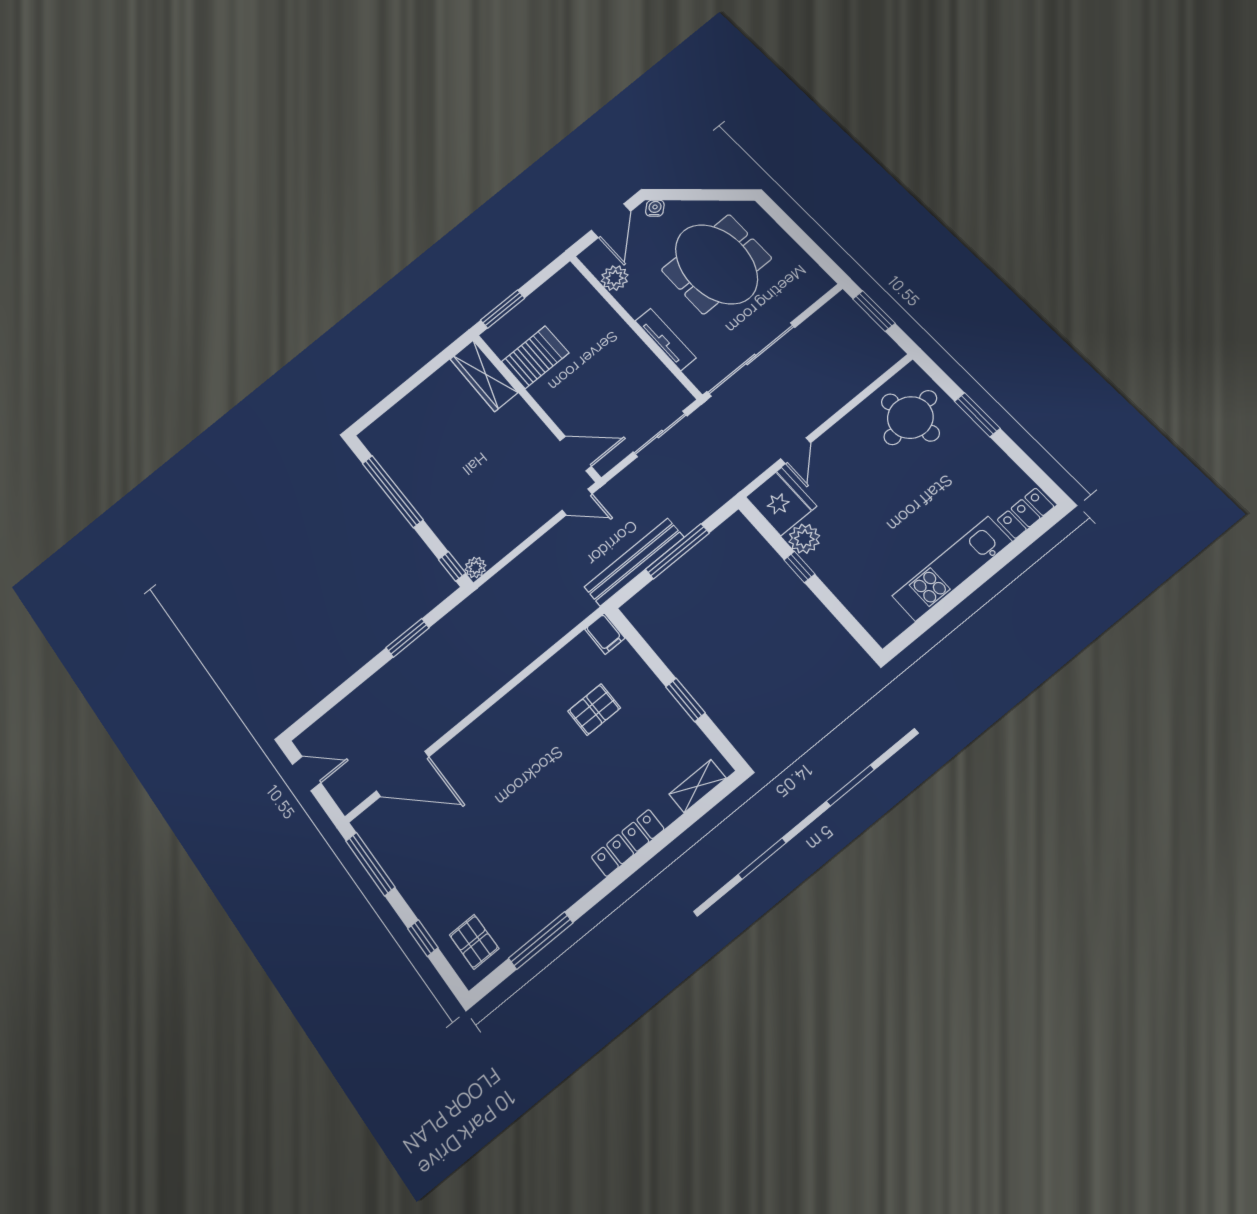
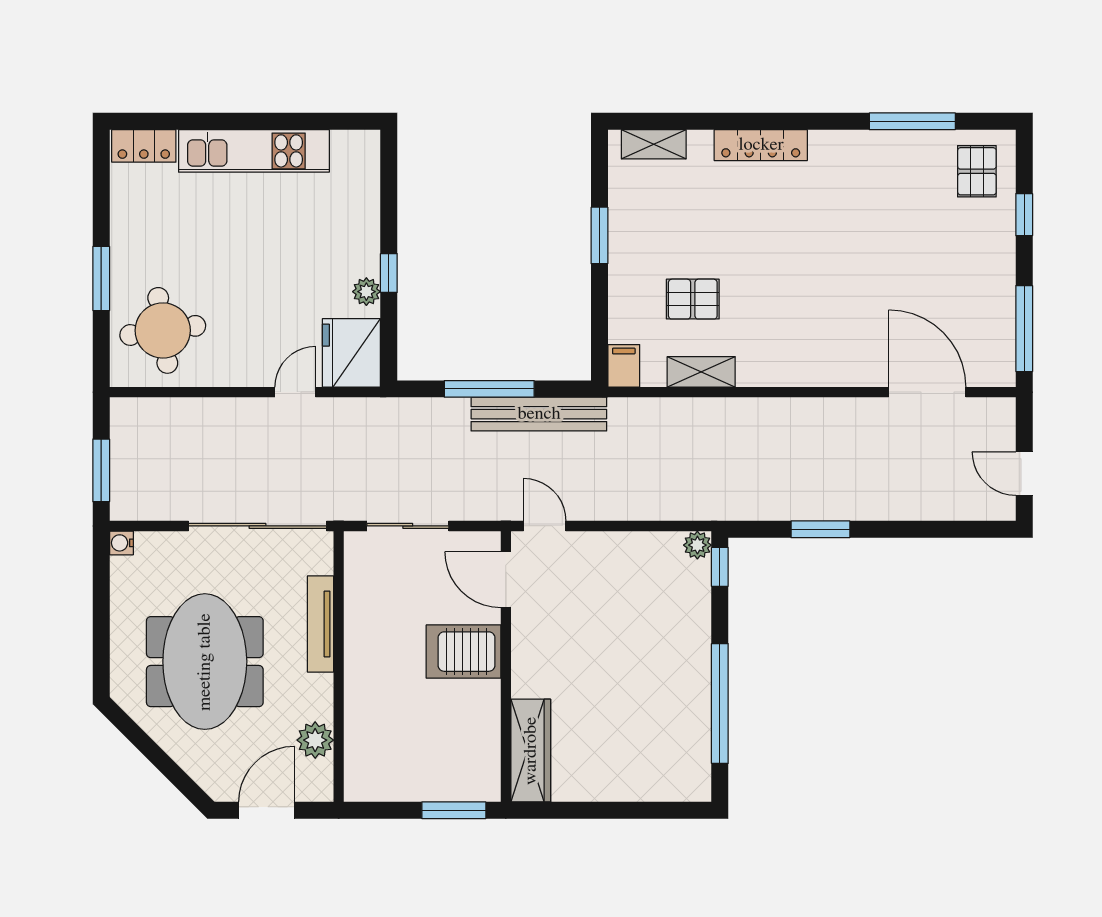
water cooler: (655, 208) -> (121, 543), moved, turned 45
server rack: (535, 357) -> (463, 652), moved
plant: (804, 539) -> (366, 292), width x0.73, depth x0.73
shelving: (554, 670) -> (701, 372), added

